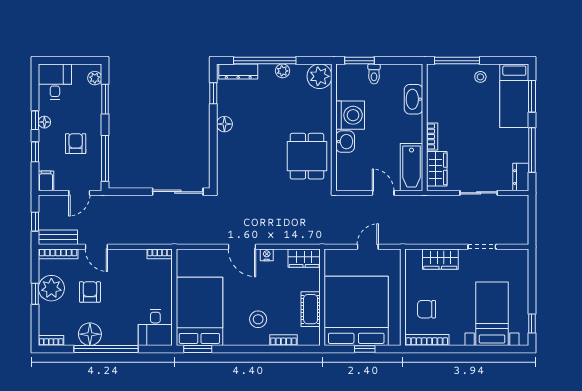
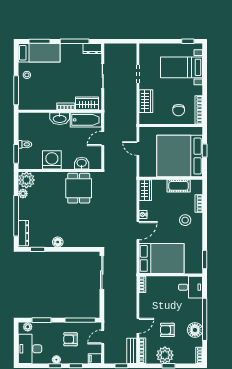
plant: (283, 71) -> (23, 194), moved
desk: (55, 82) -> (30, 349), width x1.37
washbasin: (414, 99) -> (60, 119), moved
washbasin: (345, 142) -> (82, 163), moved
dining table: (307, 156) -> (79, 188), turned 90
door: (79, 193) -> (103, 337), swing flipped
bed: (199, 311) -> (162, 258), moved, turned 180

